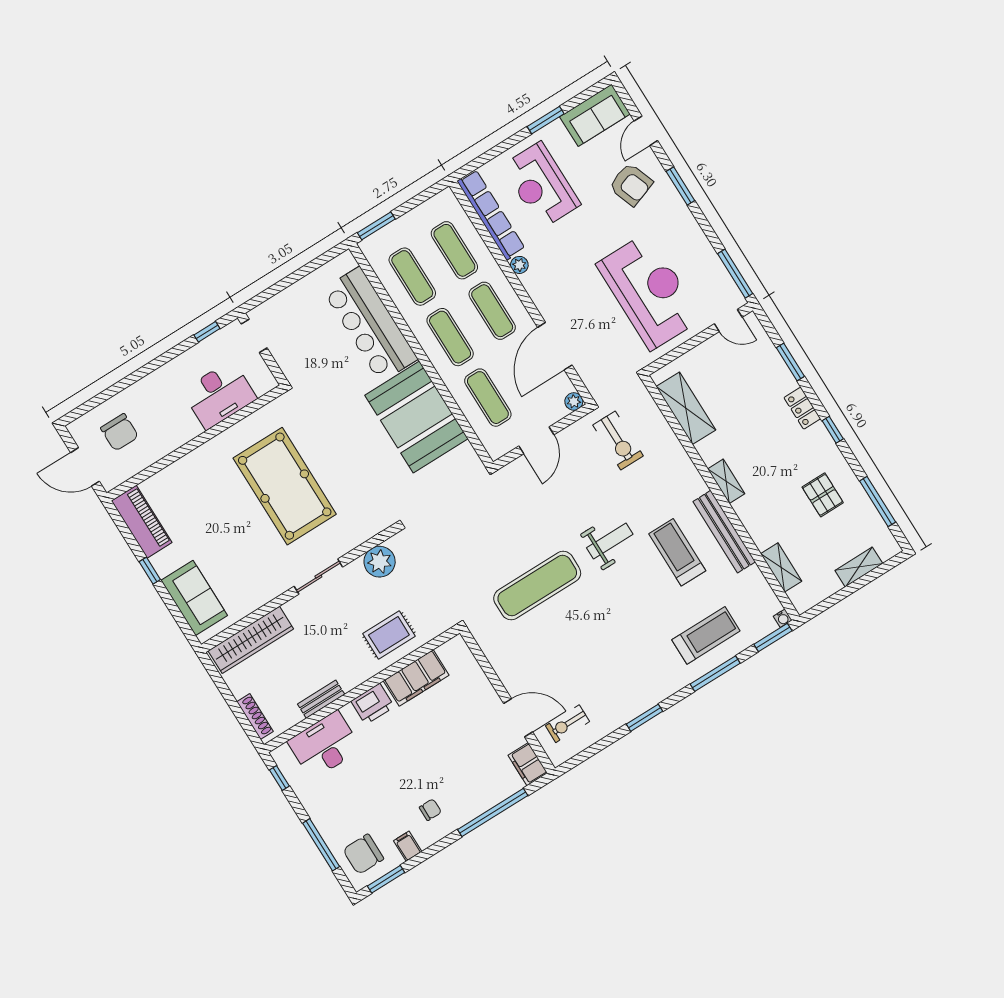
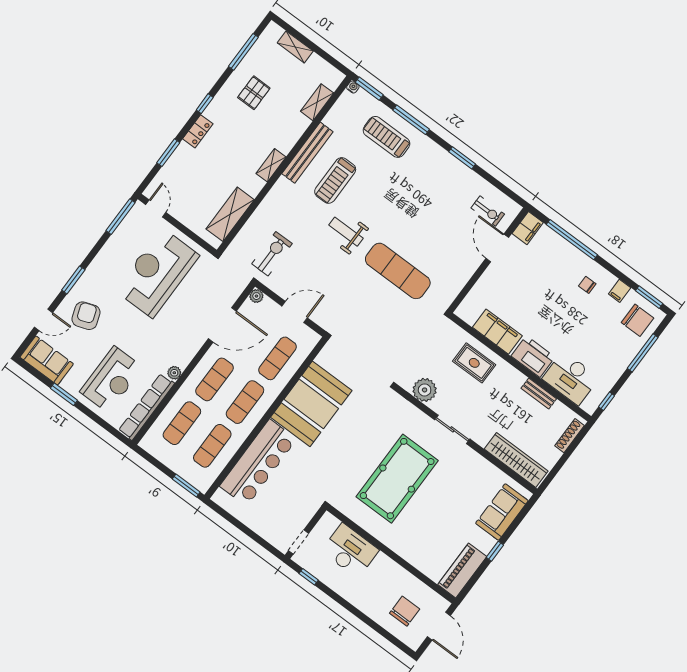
printer: (373, 704) -> (533, 357), width x1.37, depth x1.19

